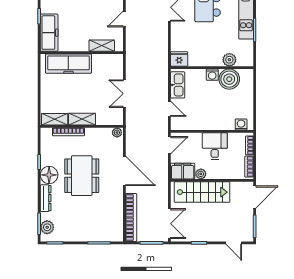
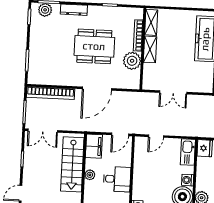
kitchen sink: (178, 85) -> (188, 152), moved, turned 90
double door: (124, 94) -> (173, 92), swing flipped
plant: (117, 133) -> (132, 61), moved, width x1.87, depth x1.87
door: (169, 145) -> (120, 134), hinge flipped
plant: (201, 174) -> (90, 175), moved
floor lamp: (49, 175) -> (97, 14), removed

